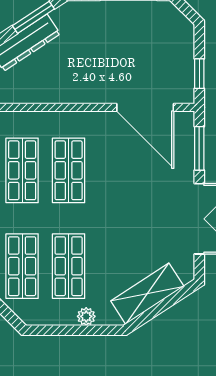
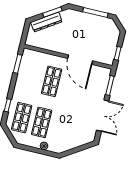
door: (145, 107) -> (80, 60), moved
shop shelf: (22, 170) -> (32, 76), removed
shelving: (147, 294) -> (73, 142), removed

